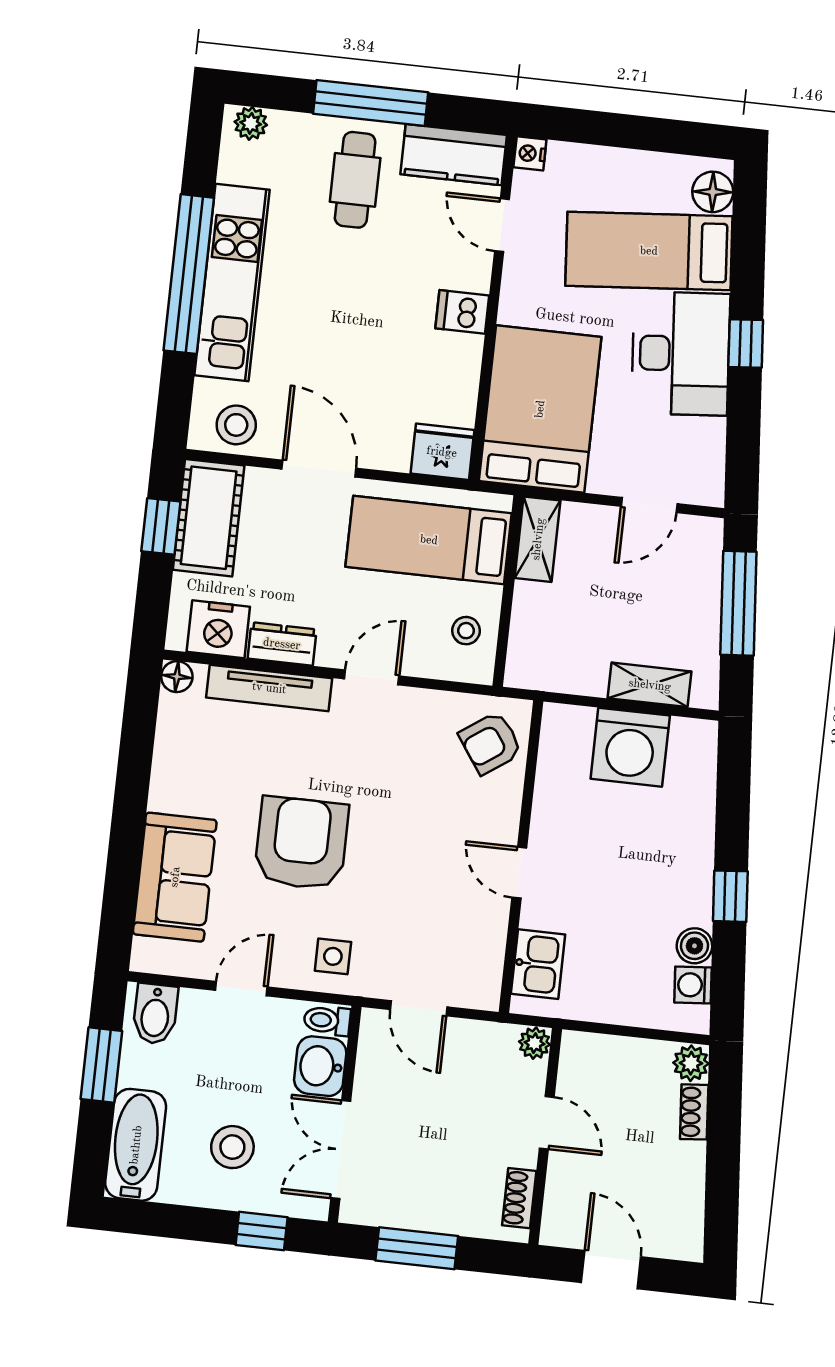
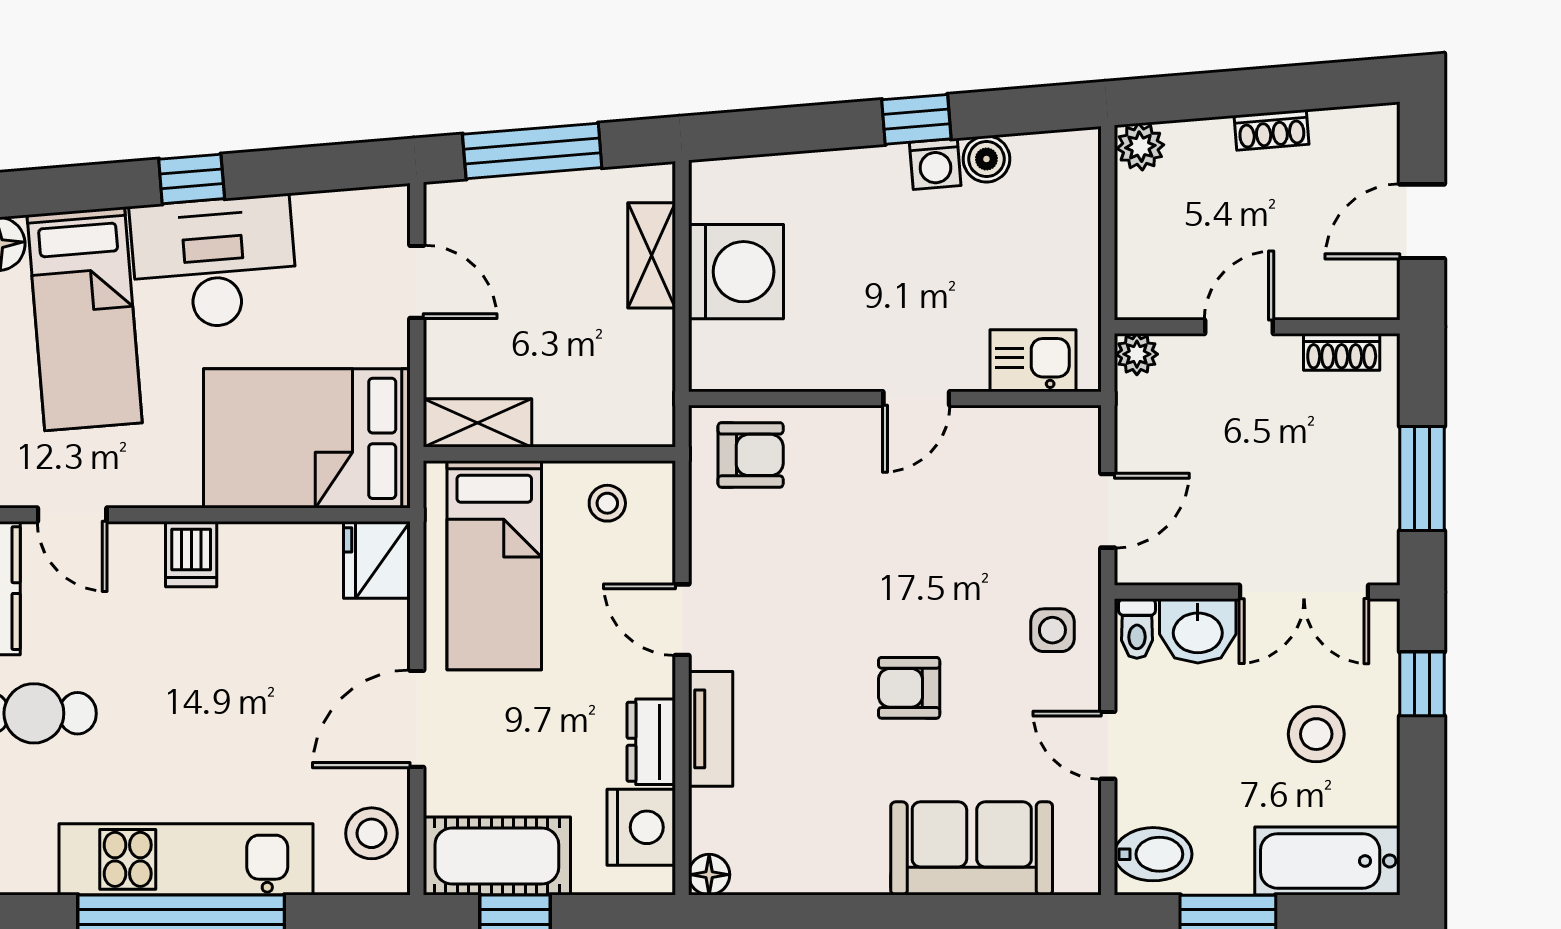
door: (502, 225) -> (72, 515), hinge flipped
tv unit: (269, 688) -> (711, 729), width x0.71
armchair: (491, 743) -> (751, 455), turned -55
armchair: (301, 843) -> (909, 688), width x0.53, depth x0.53
washing machine: (693, 985) -> (935, 164), moved
shoe rack: (694, 1112) -> (1272, 130), moved

